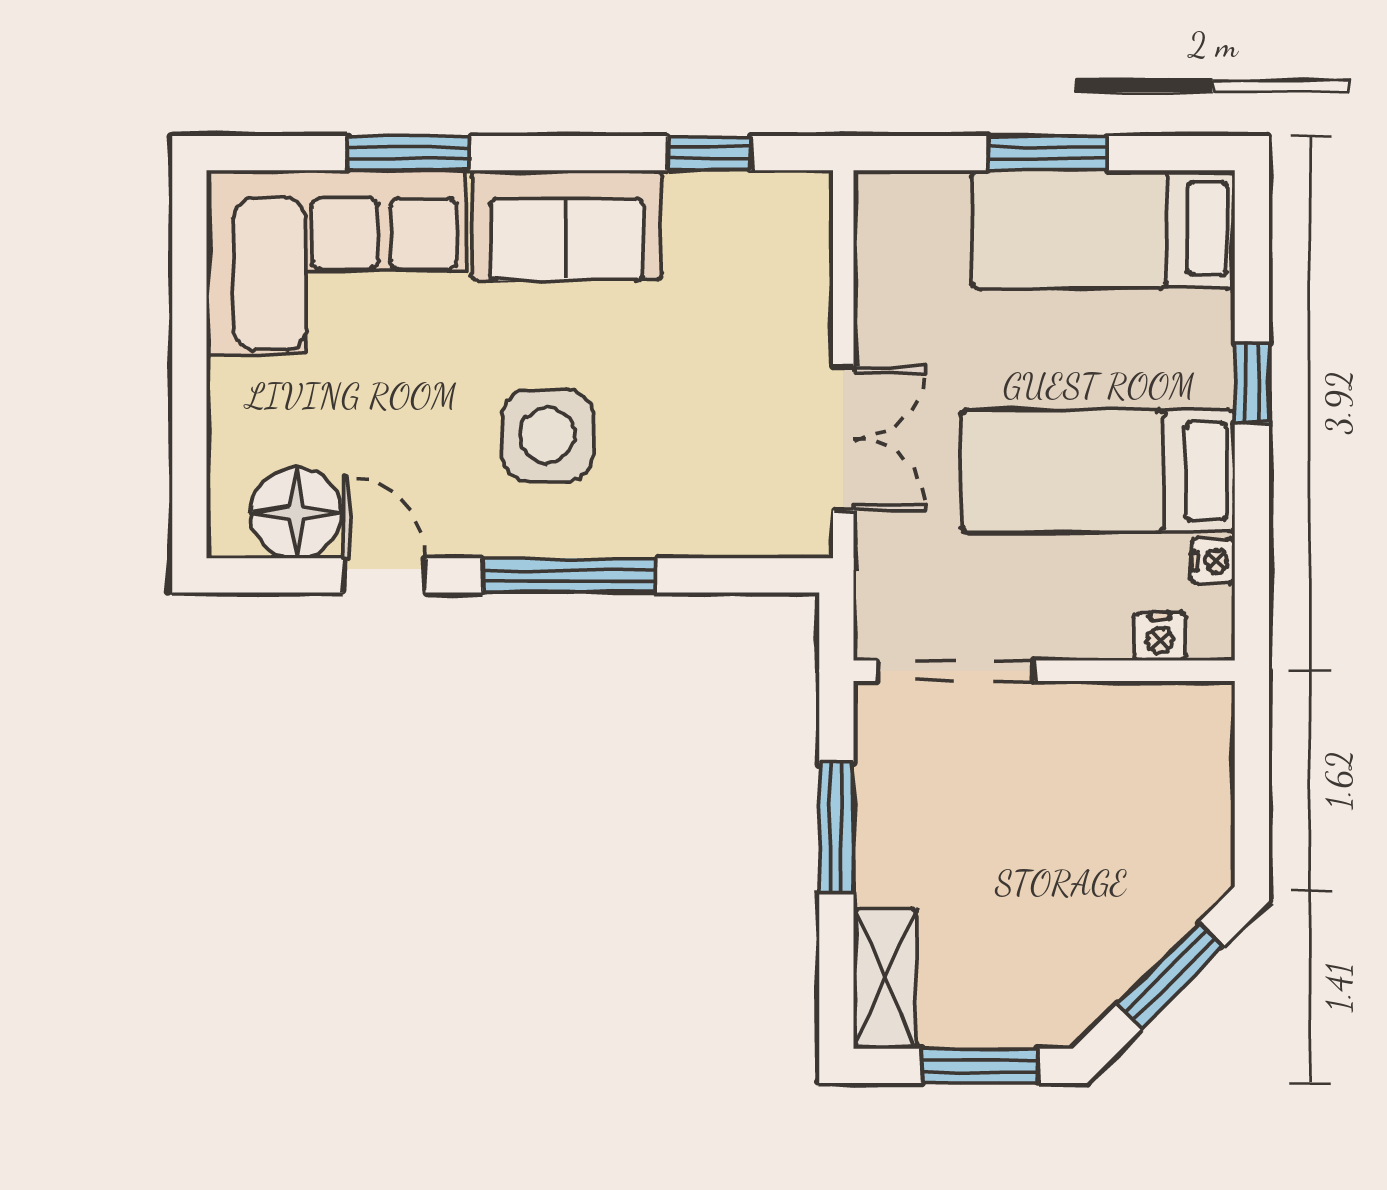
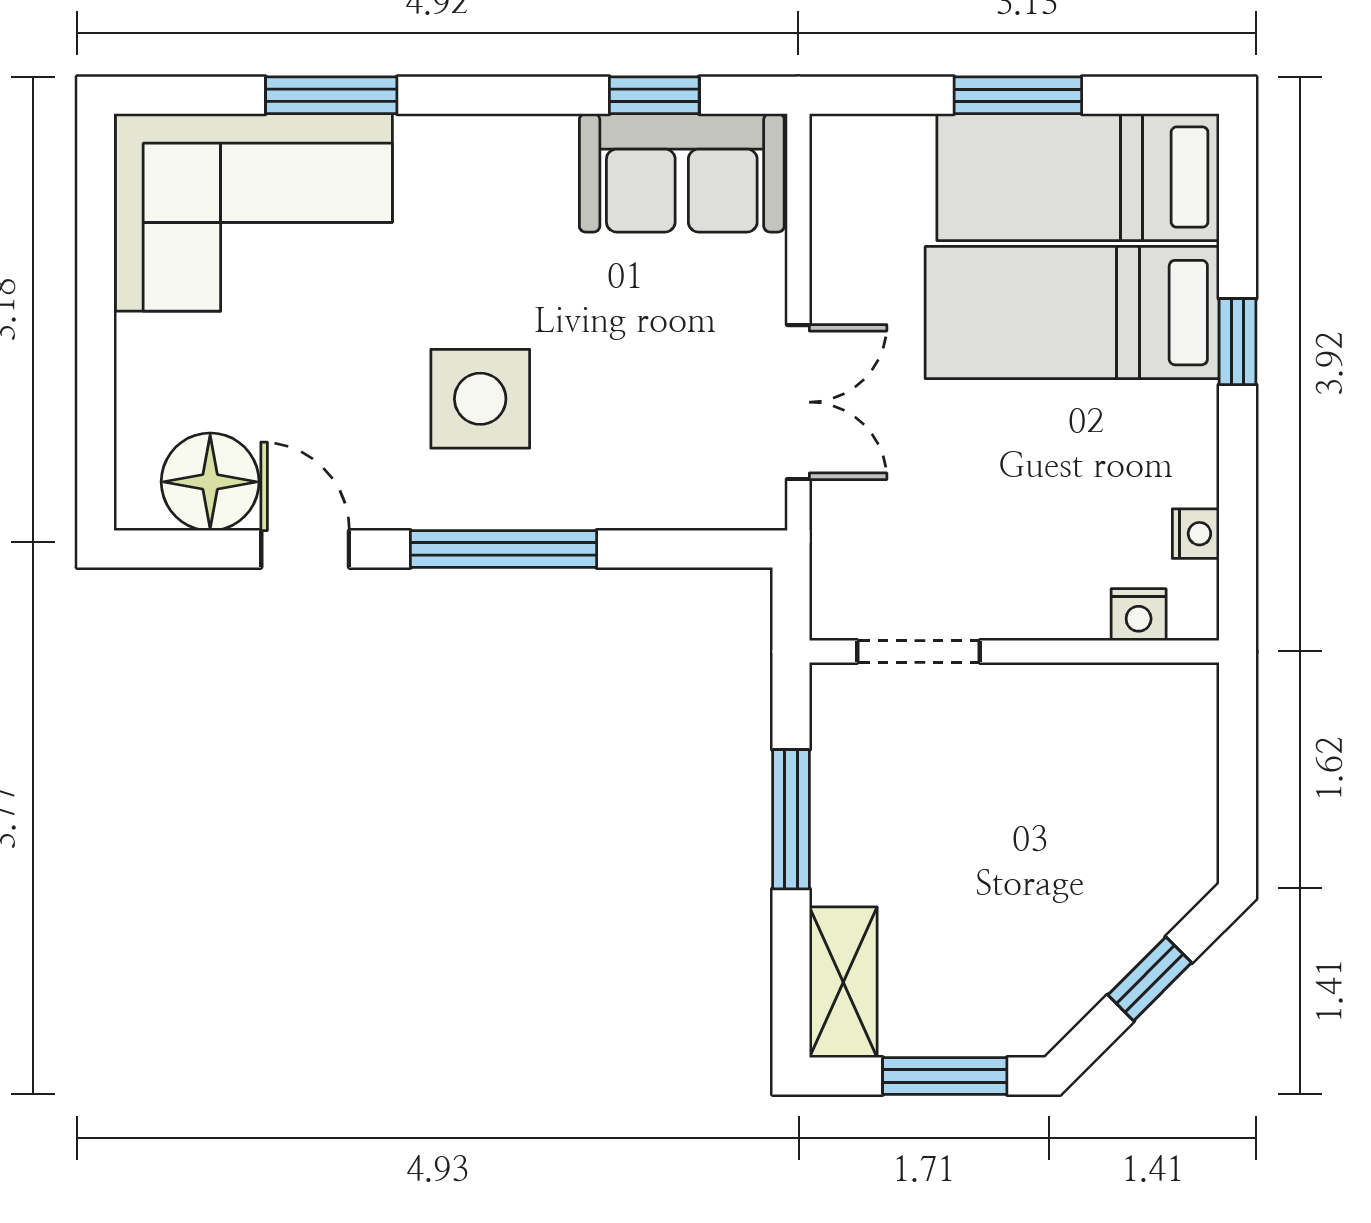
sofa: (566, 225) -> (682, 173), moved
bed: (1098, 471) -> (1072, 313), moved
doorway: (955, 671) -> (919, 652), width x0.73
window: (1170, 975) -> (1150, 979), width x0.67

